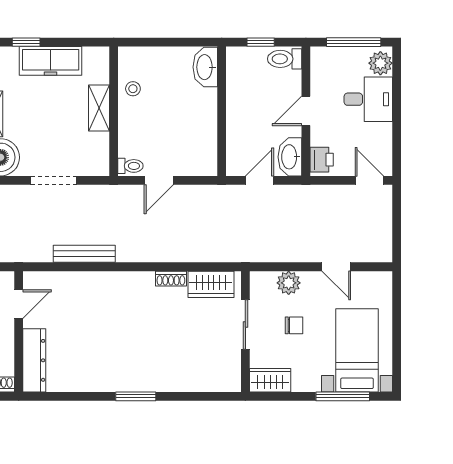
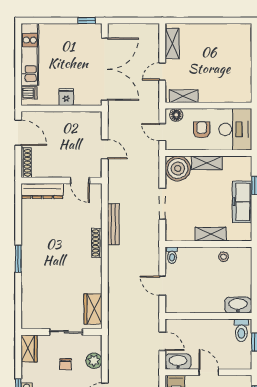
toilet: (285, 59) -> (241, 330), moved, turned 180
door: (159, 180) -> (162, 286), moved
shoe rack: (171, 279) -> (97, 243), moved, width x1.43

